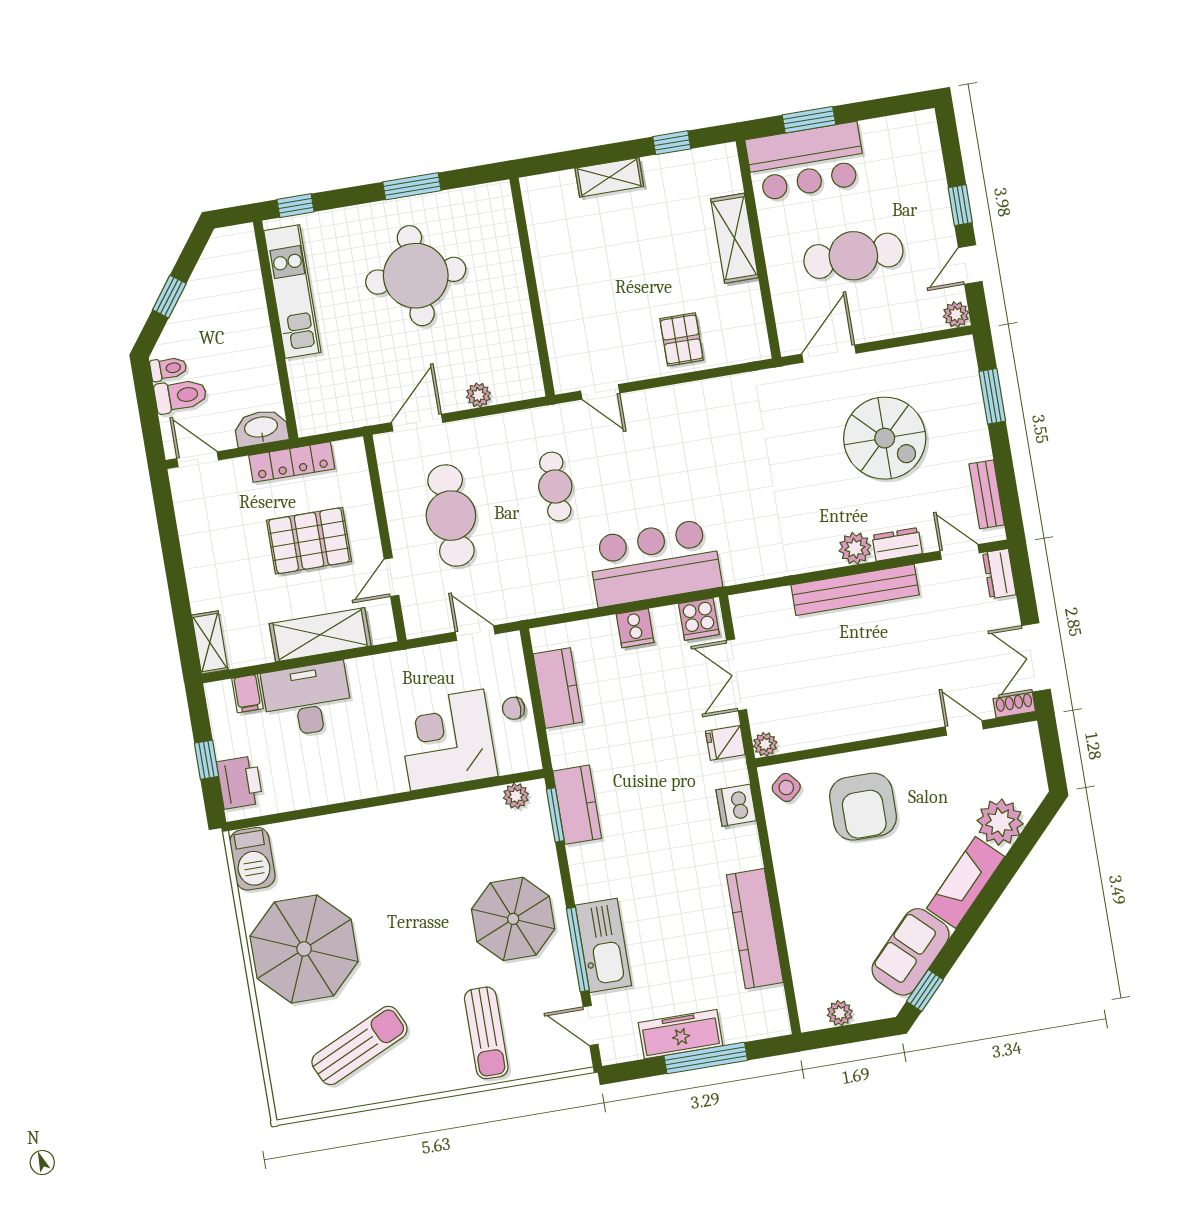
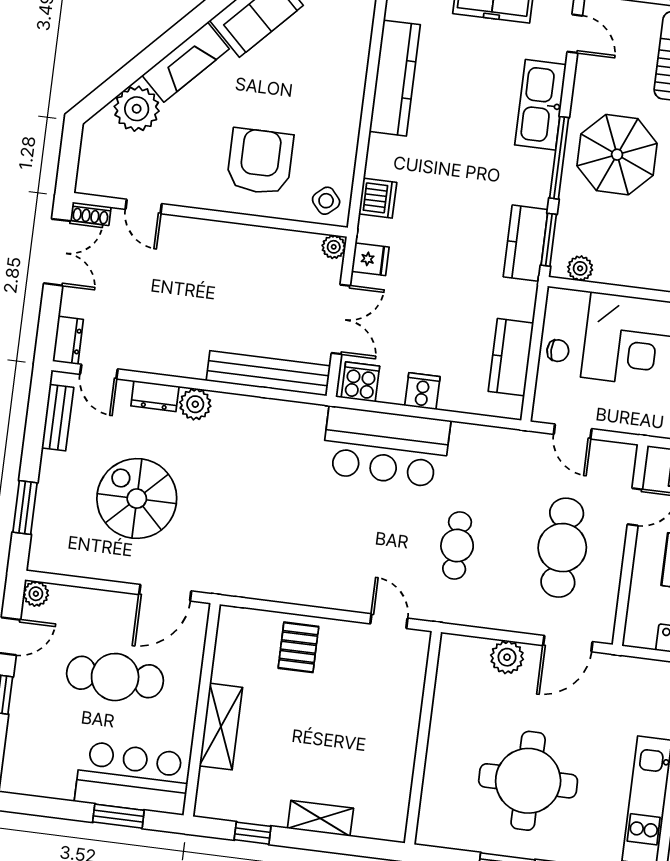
plant: (478, 395) -> (507, 657), width x1.38, depth x1.38
bench: (855, 590) -> (268, 373), moved
window: (578, 949) -> (559, 158), moved

